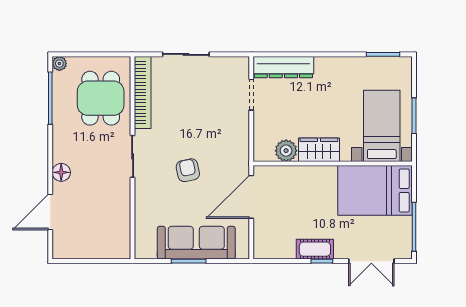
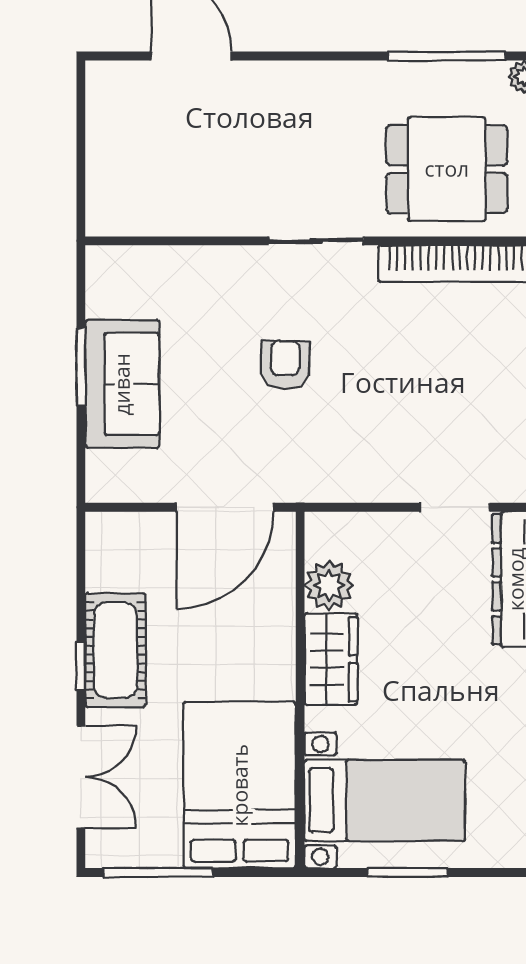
armchair: (188, 170) -> (285, 365), turned -76
floor lamp: (61, 172) -> (280, 81), removed
door: (251, 197) -> (225, 507), swing flipped
sofa: (196, 243) -> (122, 384), width x0.73
cot: (315, 249) -> (115, 650), width x1.37, depth x1.34
double door: (371, 261) -> (81, 777), swing flipped

